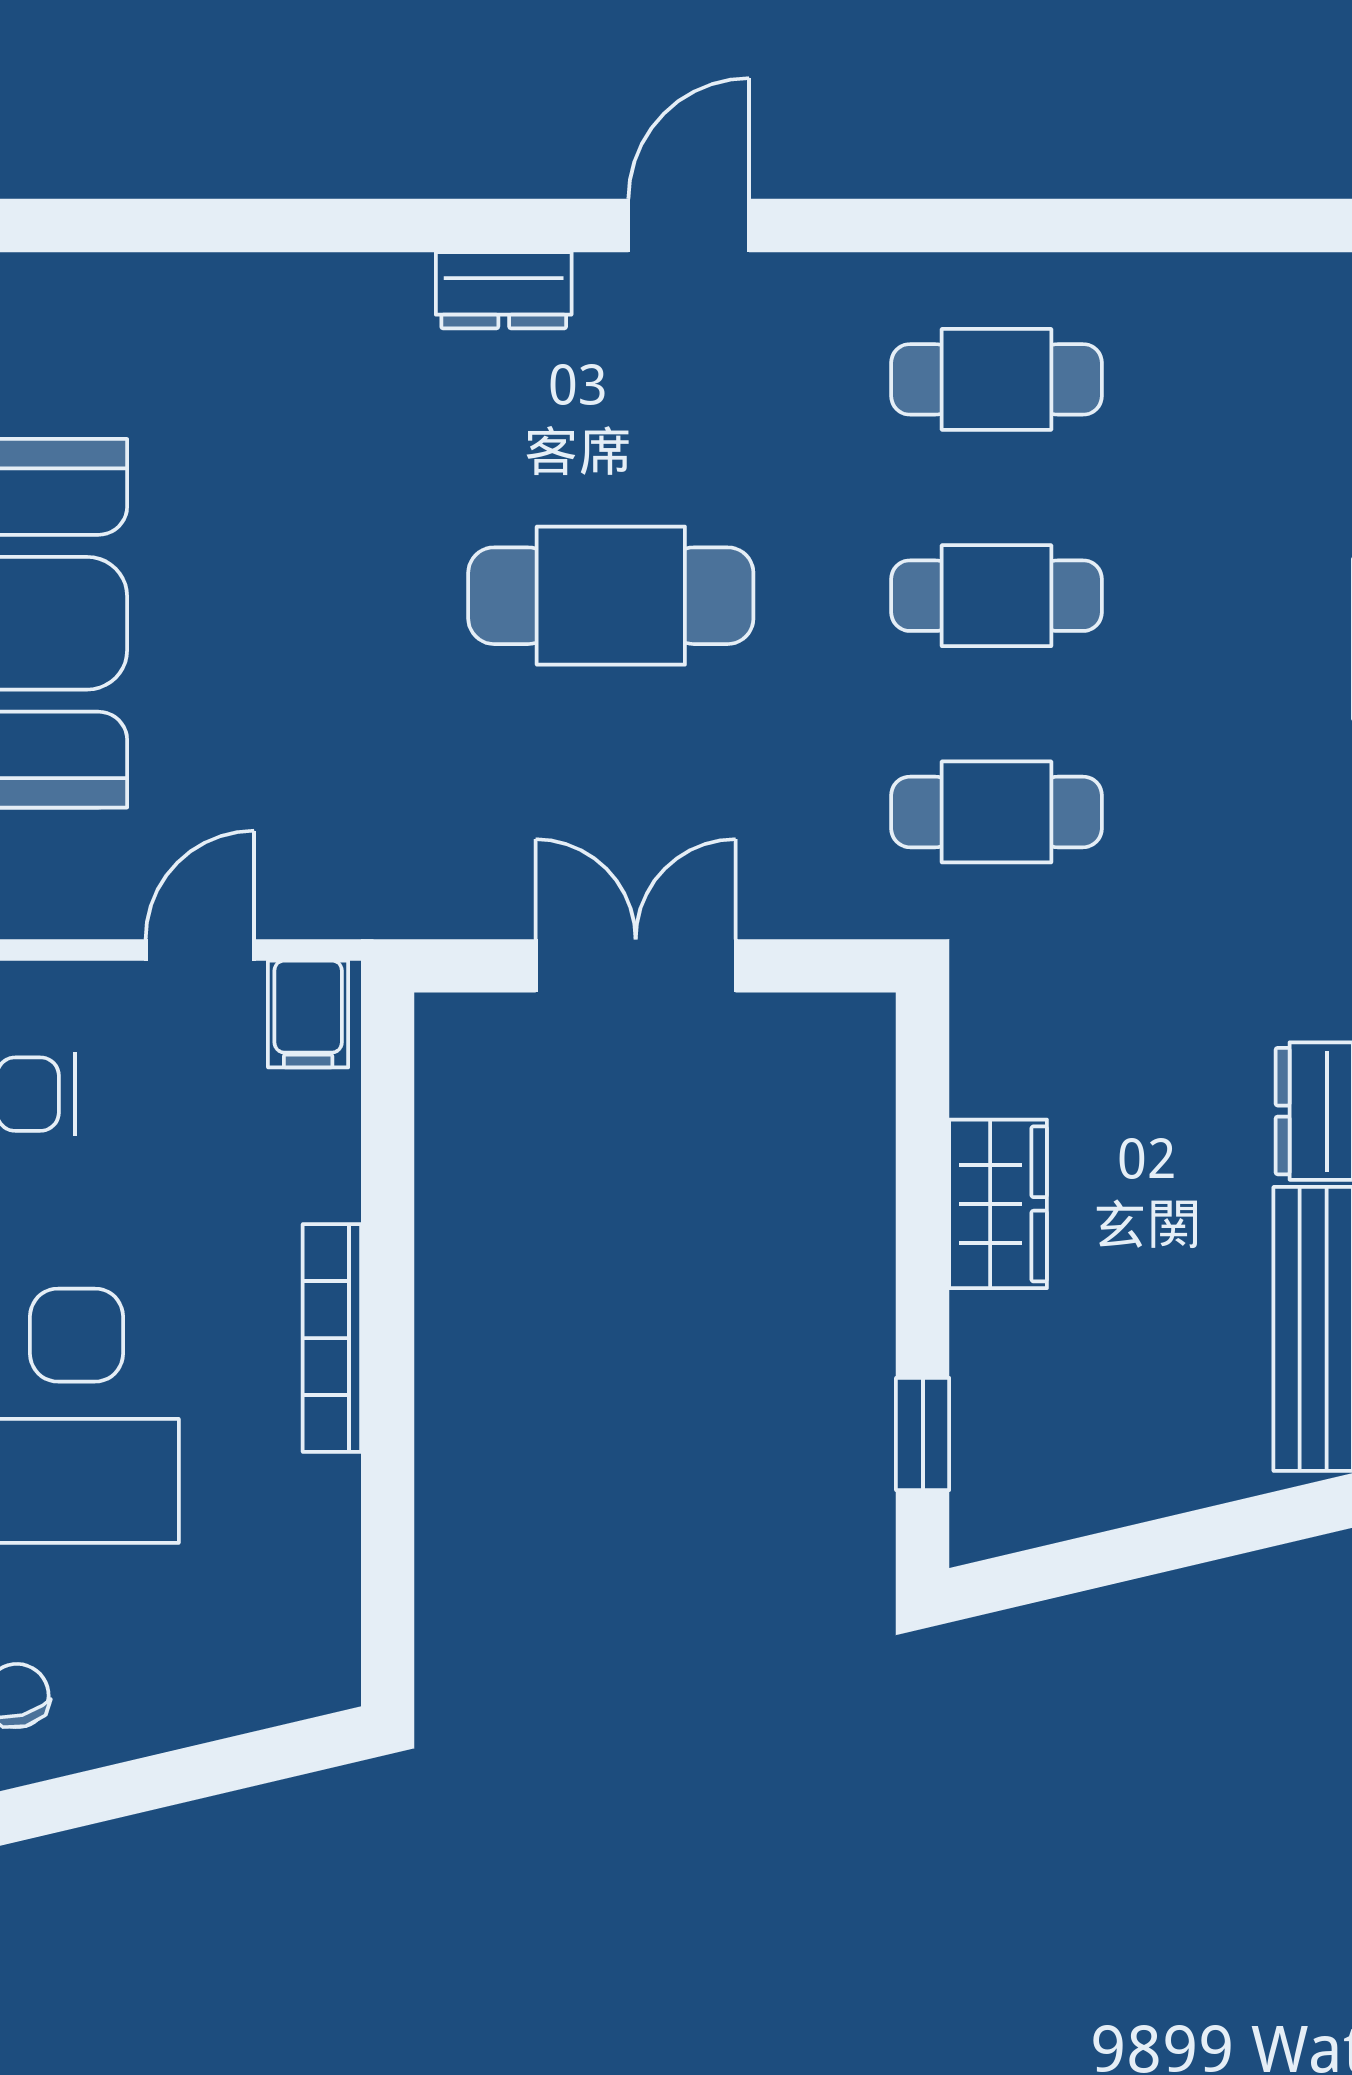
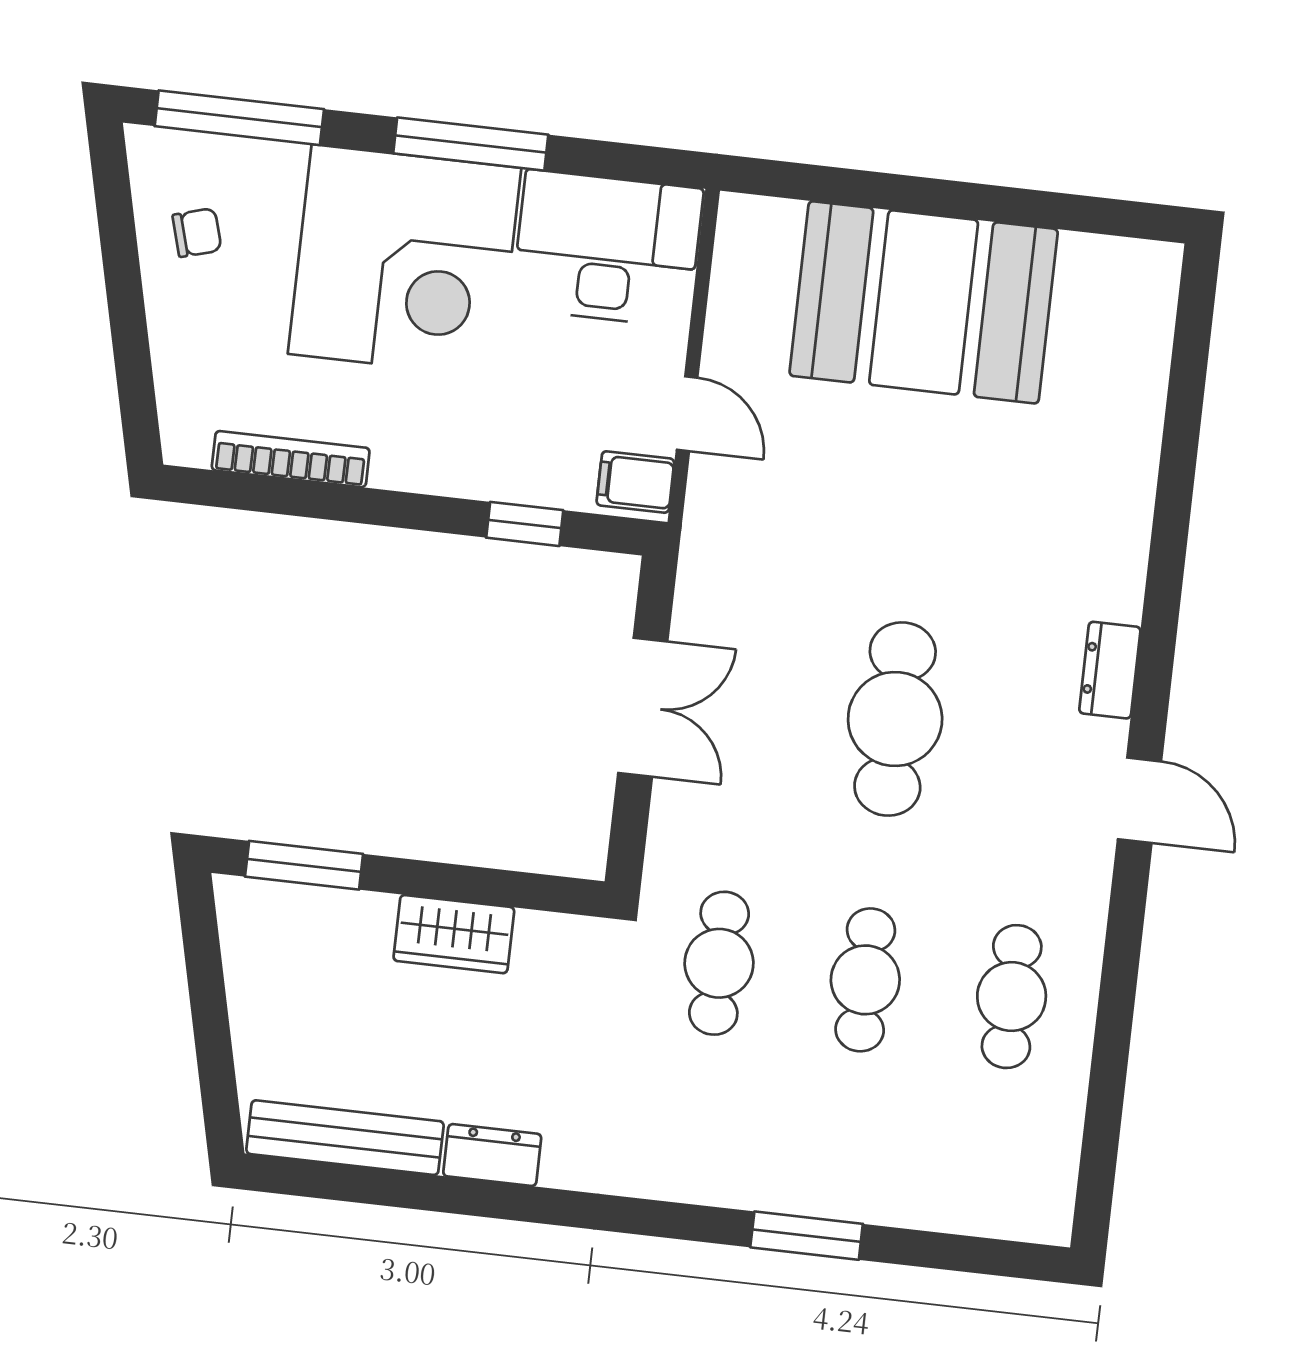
window: (388, 1169) -> (525, 524), added
bookcase: (332, 1338) -> (291, 459), moved
window: (923, 1434) -> (304, 865), width x1.50

